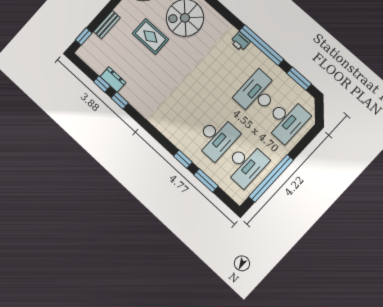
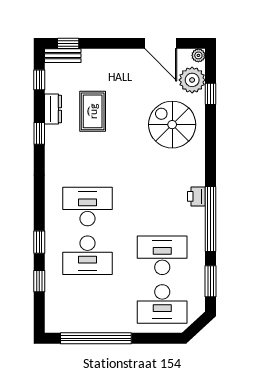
bench: (107, 25) -> (63, 56), moved
rug: (150, 36) -> (93, 111), moved
window: (102, 84) -> (39, 80), moved
desk: (246, 164) -> (87, 207), moved, turned 180
window: (206, 180) -> (39, 281), width x0.67

